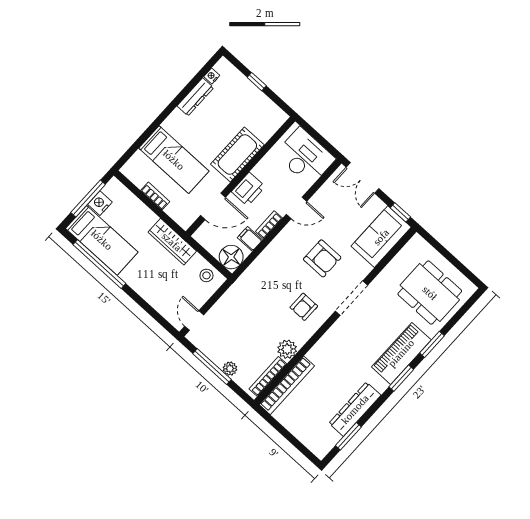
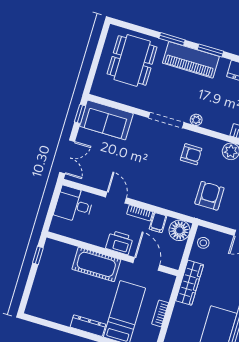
nightstand: (212, 76) -> (44, 314), removed
window: (257, 82) -> (38, 255), moved
dresser: (195, 97) -> (88, 326), moved
desk: (305, 157) -> (74, 205), width x0.73
armchair: (322, 258) -> (209, 196), moved
plant: (337, 329) -> (196, 120), added

